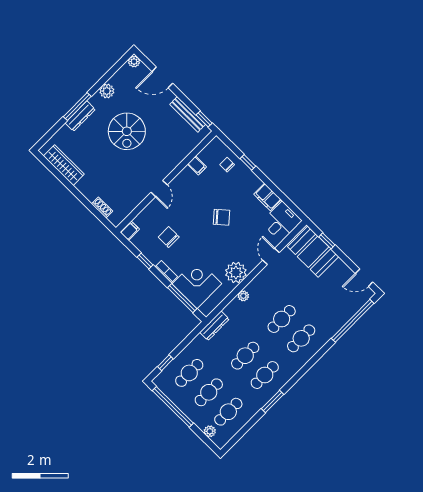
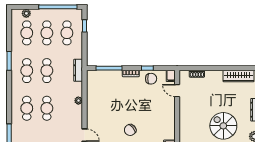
door: (159, 189) -> (177, 91), moved
chair: (169, 237) -> (151, 79), moved
plant: (236, 273) -> (94, 109), removed
corner desk: (197, 284) -> (109, 83), removed

